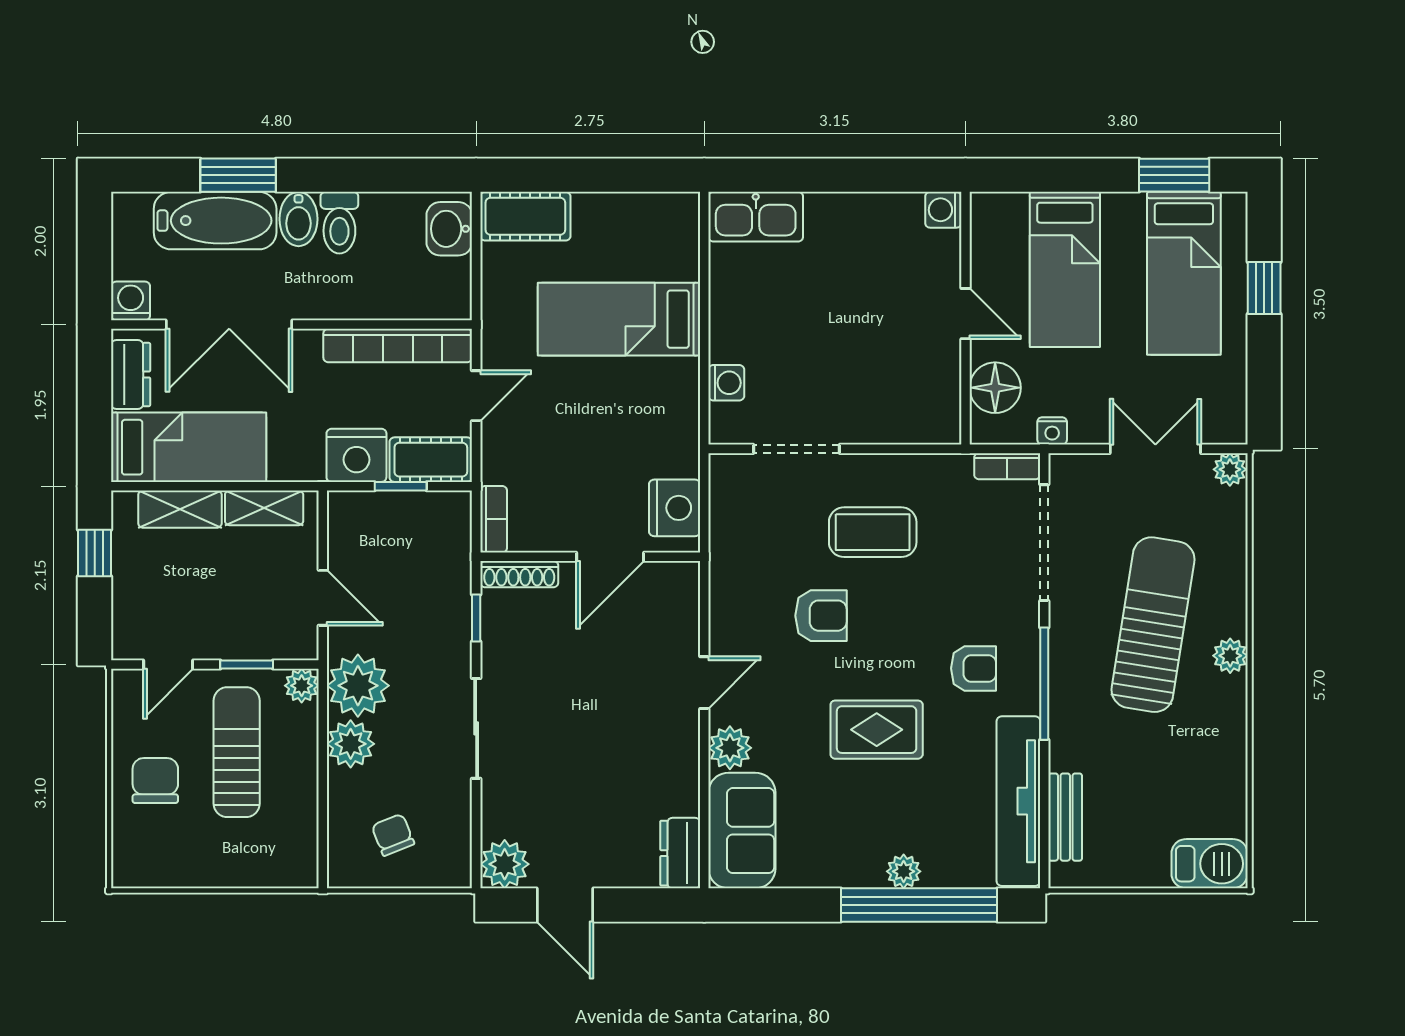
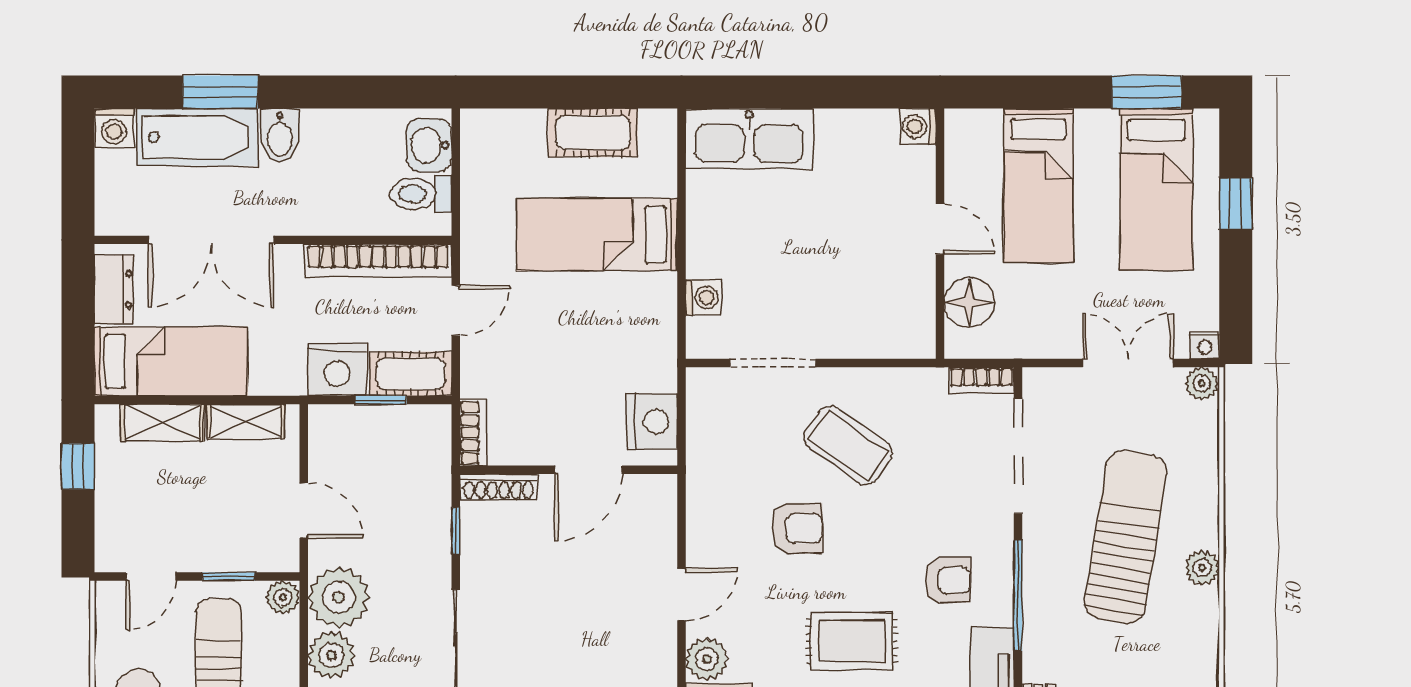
cot: (525, 216) -> (593, 133), moved
kitchen sink: (756, 217) -> (749, 139), width x1.36, depth x1.24
toilet: (339, 223) -> (421, 194), moved, turned 90
washing machine: (131, 301) -> (114, 128), moved, turned 180
nightstand: (1052, 431) -> (1205, 345), moved
coffee table: (873, 532) -> (848, 446), turned 35

